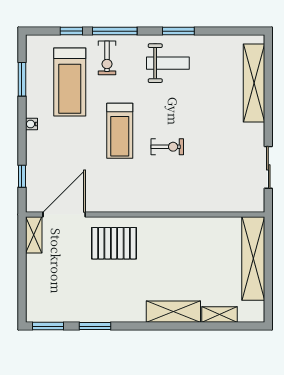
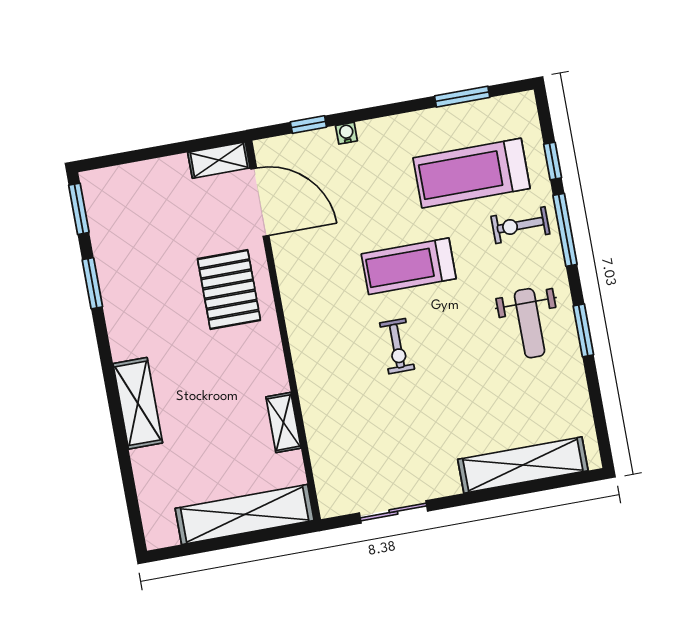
water cooler: (31, 124) -> (346, 133), moved
shelving: (219, 314) -> (283, 423), moved

